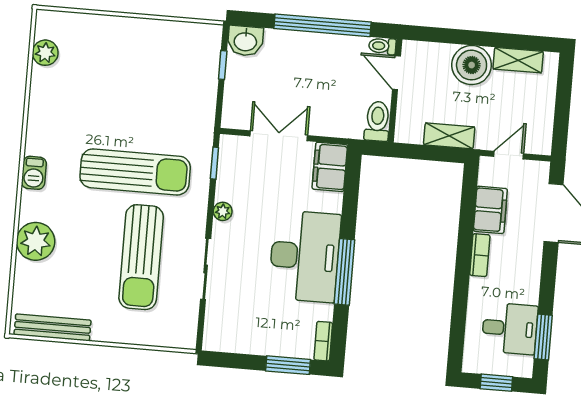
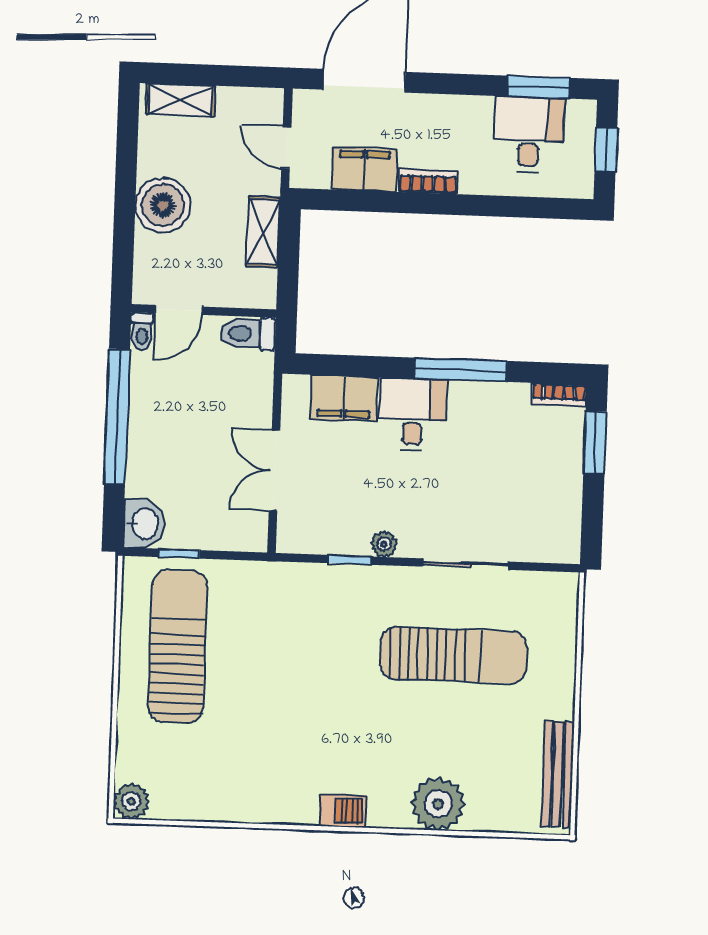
plant: (45, 53) -> (131, 801), moved
shelving: (518, 60) -> (181, 100), moved, turned 90
window: (214, 163) -> (350, 560), moved
filing cabinet: (330, 167) -> (344, 398), moved
sun lounger: (135, 172) -> (178, 646), moved
desk: (305, 256) -> (413, 414), width x0.53, depth x0.77

